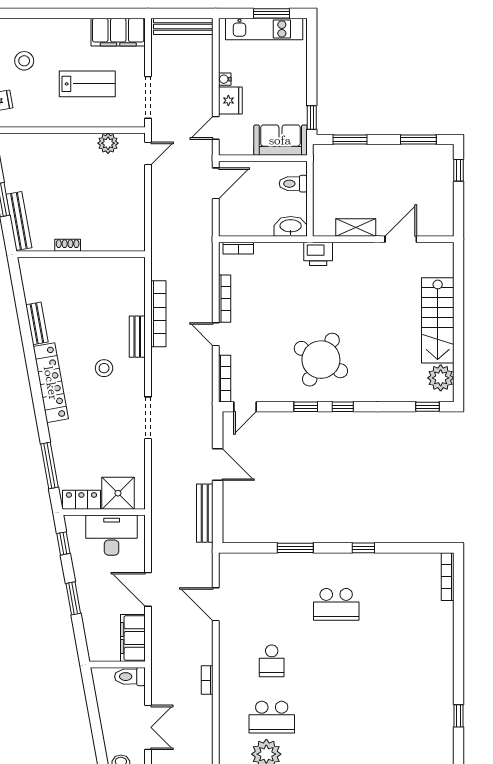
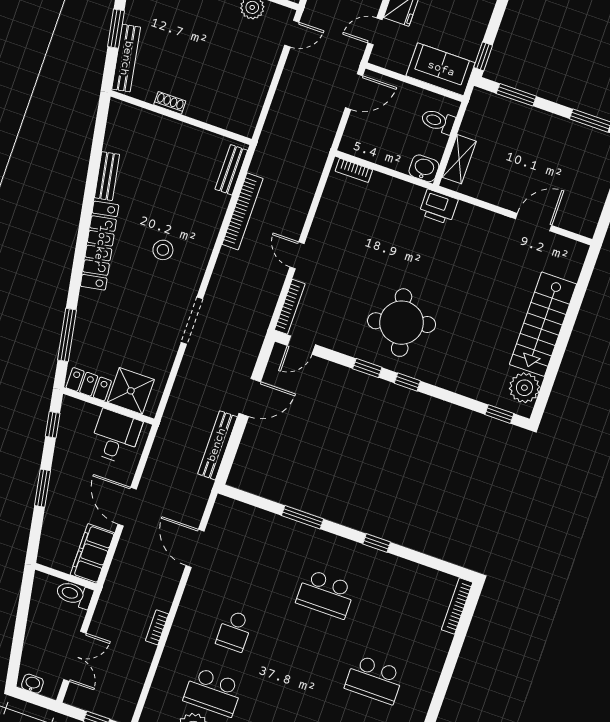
washbasin: (291, 226) -> (424, 168), width x0.72
shelving: (356, 228) -> (459, 159), moved, turned 90
bookcase: (225, 299) -> (320, 220), removed
bench: (137, 337) -> (231, 170), moved
round table: (321, 360) -> (402, 323), turned 45
door: (218, 465) -> (250, 397), hinge flipped
desk: (112, 535) -> (116, 437), width x0.73
school desk: (401, 661) -> (374, 680), added

